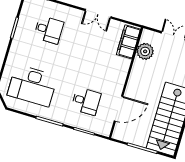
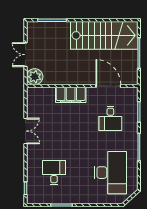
filing cabinet: (128, 42) -> (71, 95), moved
plant: (145, 51) -> (35, 77), moved
desk: (86, 101) -> (110, 118), turned 180

